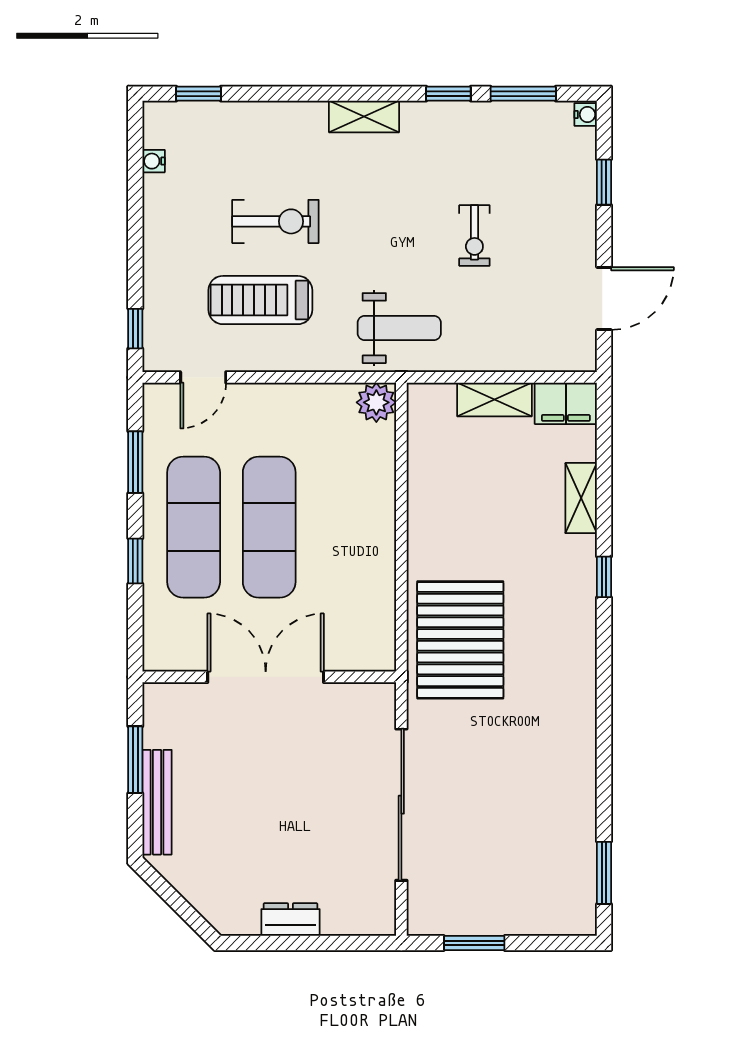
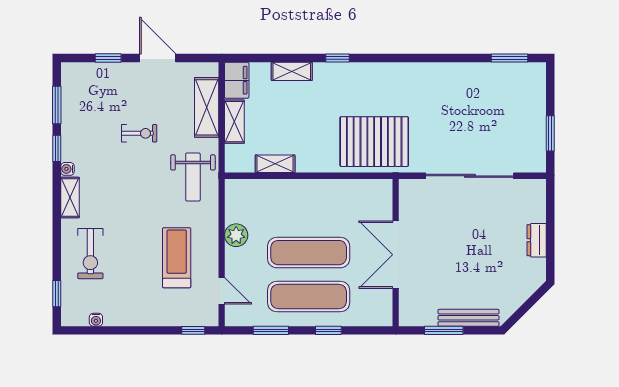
water cooler: (586, 115) -> (67, 169), moved, turned -90
exercise bike: (275, 221) -> (90, 254), moved, turned 180
door: (604, 299) -> (158, 58), moved
treadmill: (260, 300) -> (177, 258), turned 180
weight bench: (399, 328) -> (193, 177), turned 180
shelving: (519, 351) -> (207, 107), added
plant: (376, 402) -> (236, 235), moved
shelving: (422, 469) -> (275, 164), added

